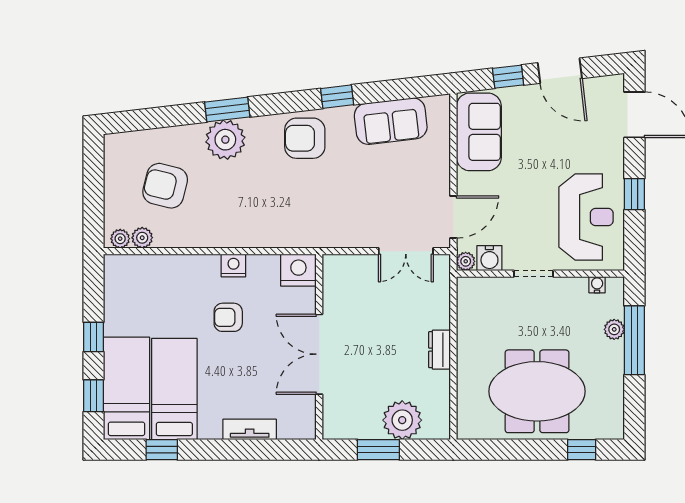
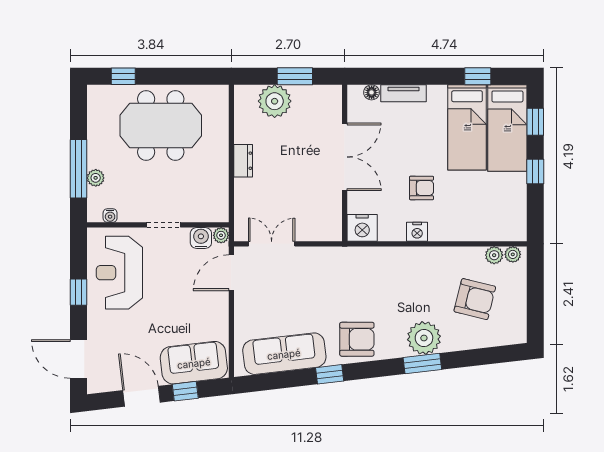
sofa: (391, 121) -> (284, 354), width x1.36
sofa: (479, 132) -> (194, 363), moved, turned 83
floor lamp: (287, 431) -> (372, 92), added

